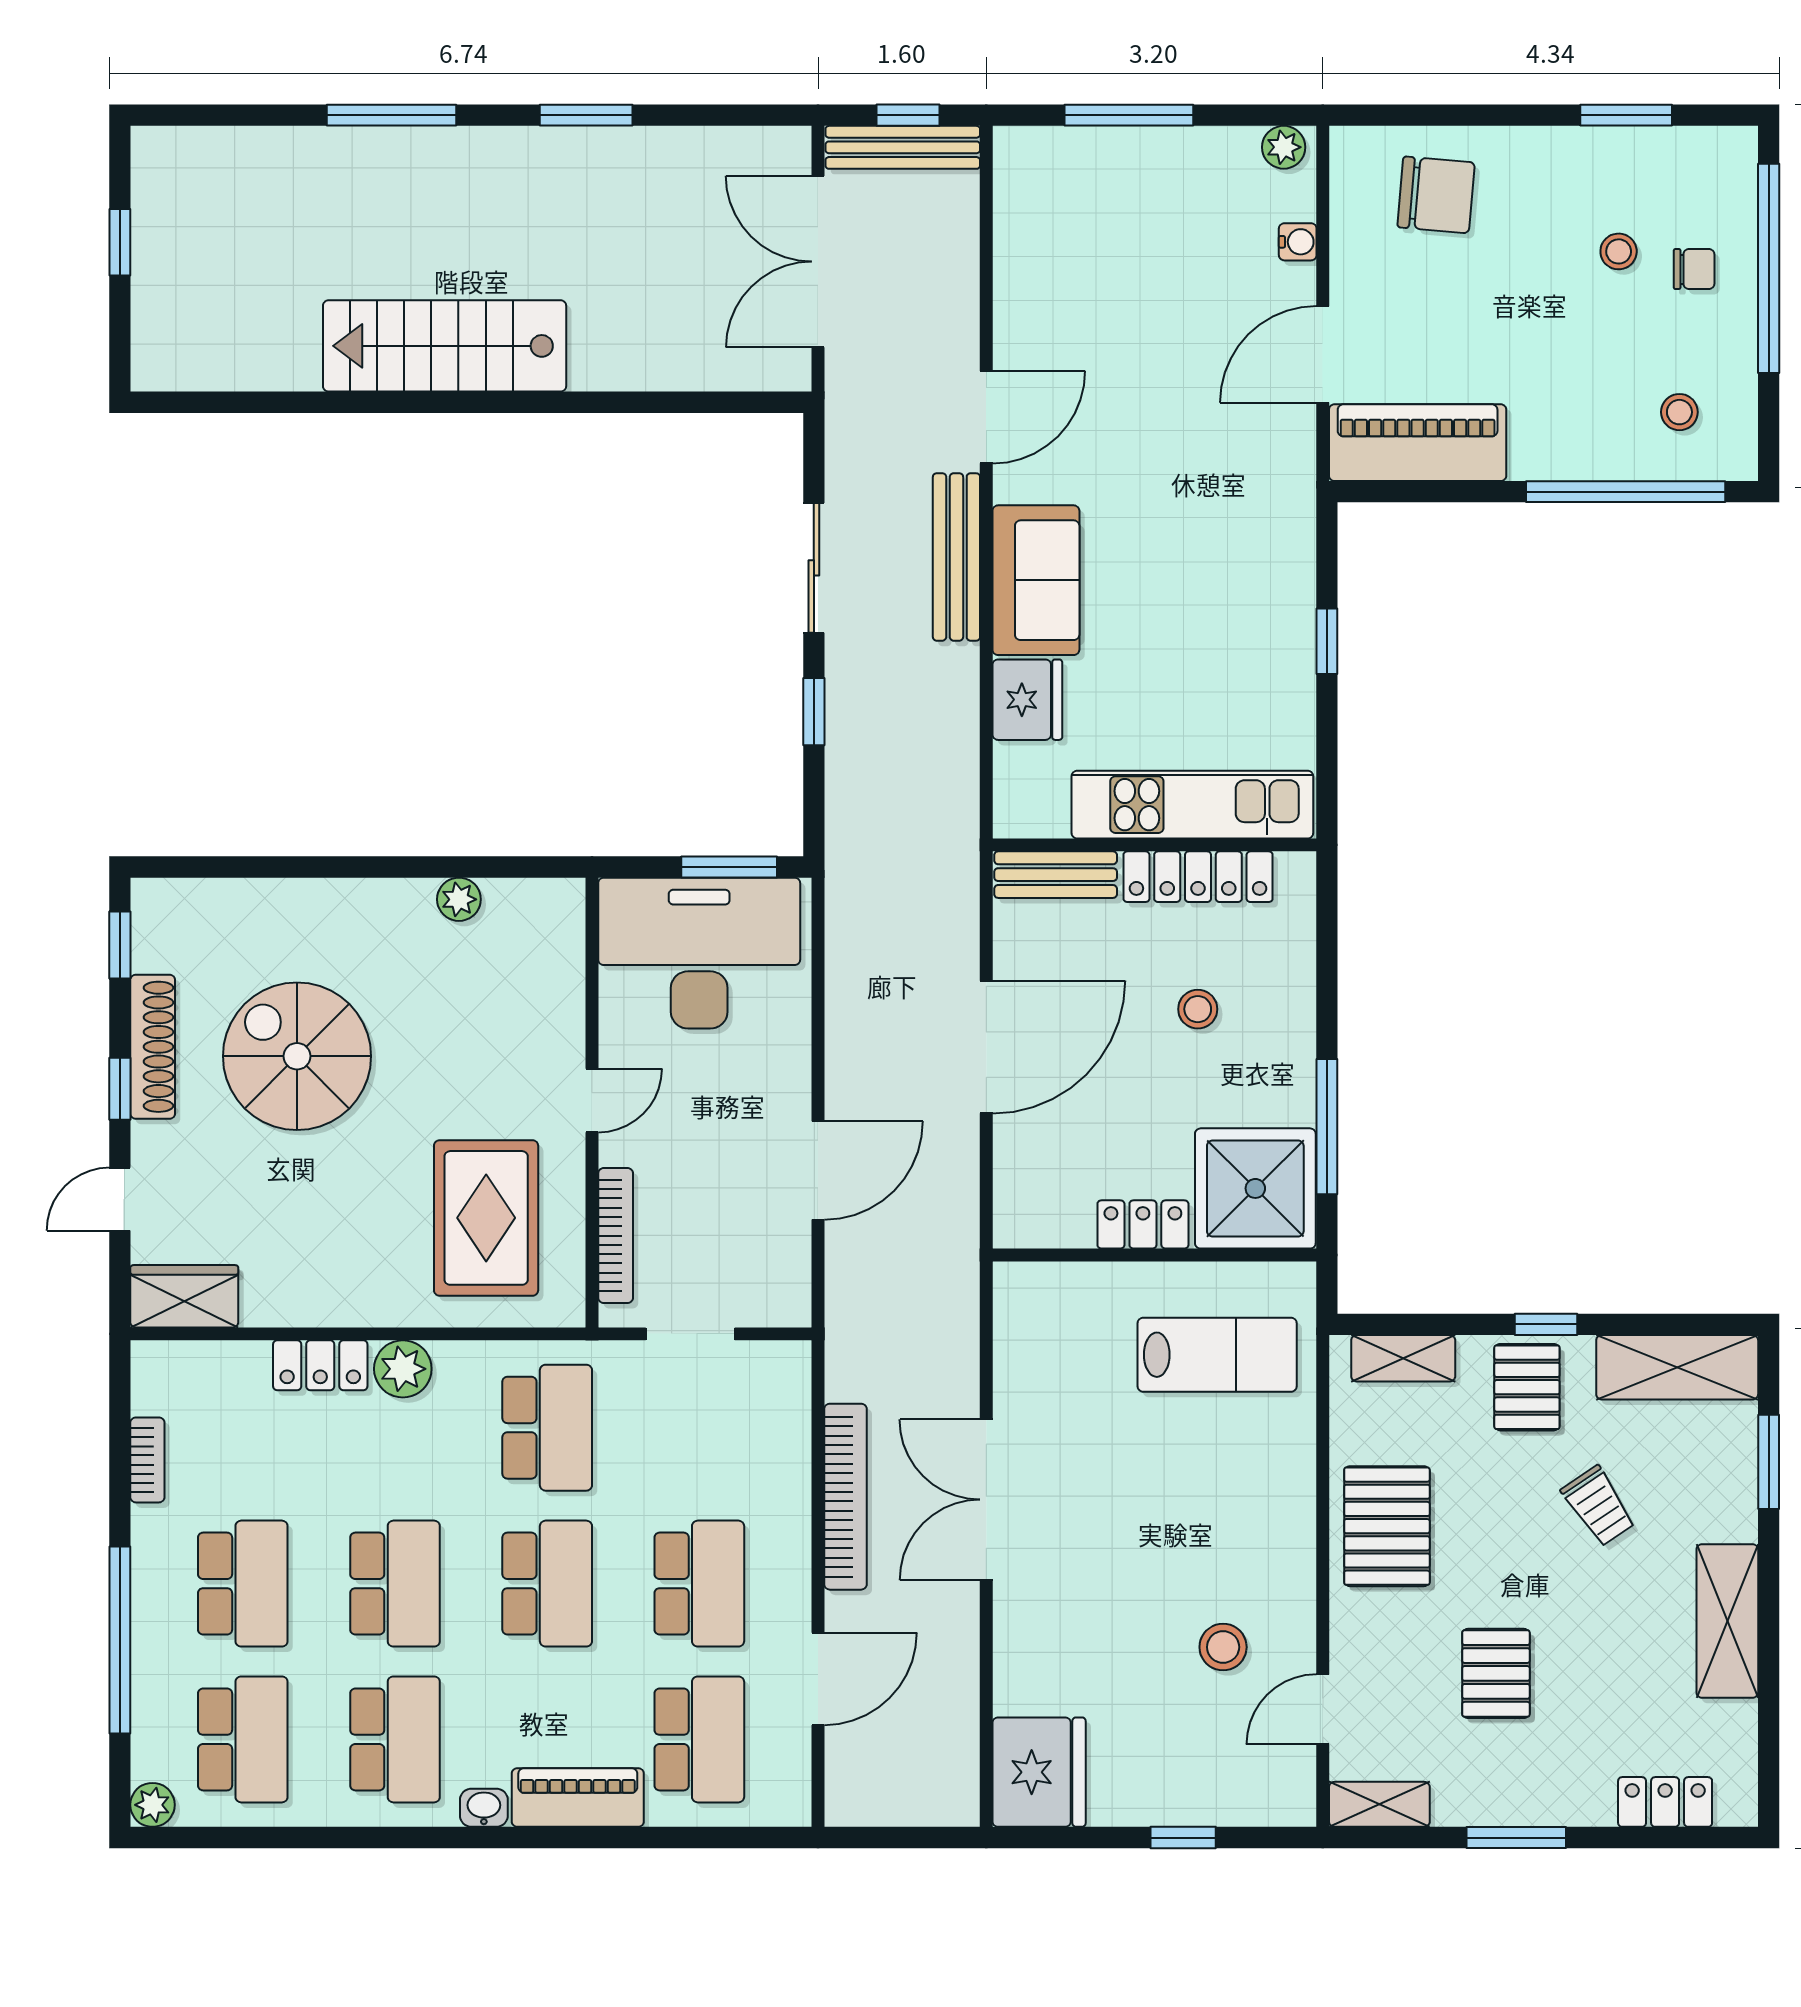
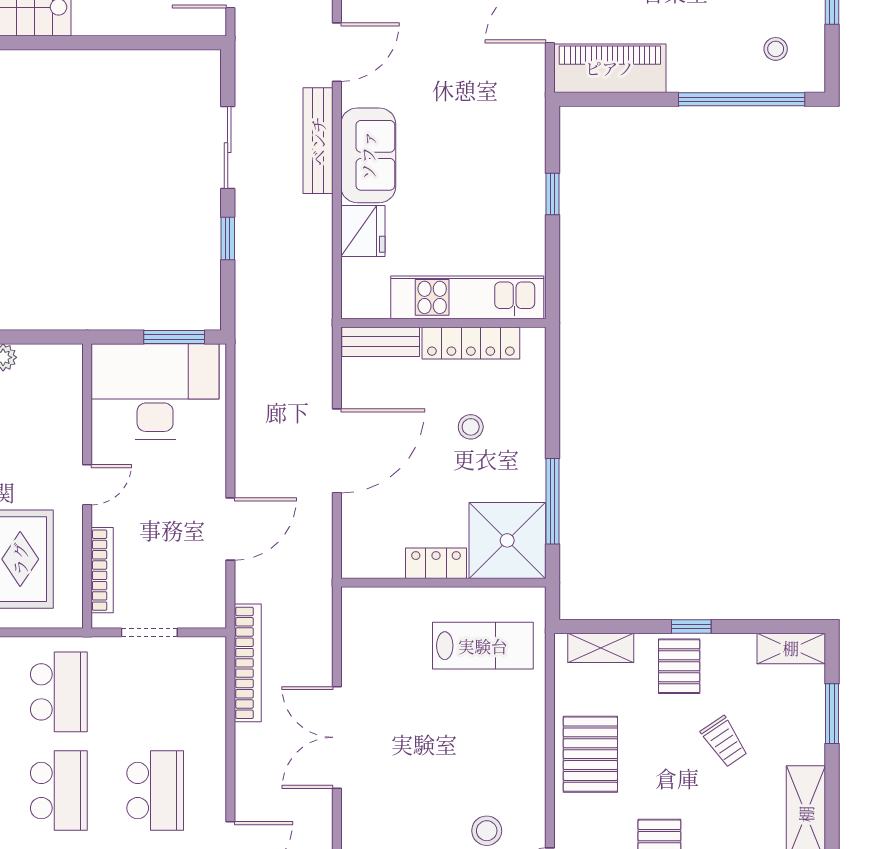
shelving: (1677, 1367) -> (791, 648), width x0.67, depth x0.75
bookcase: (845, 1497) -> (248, 663), moved

